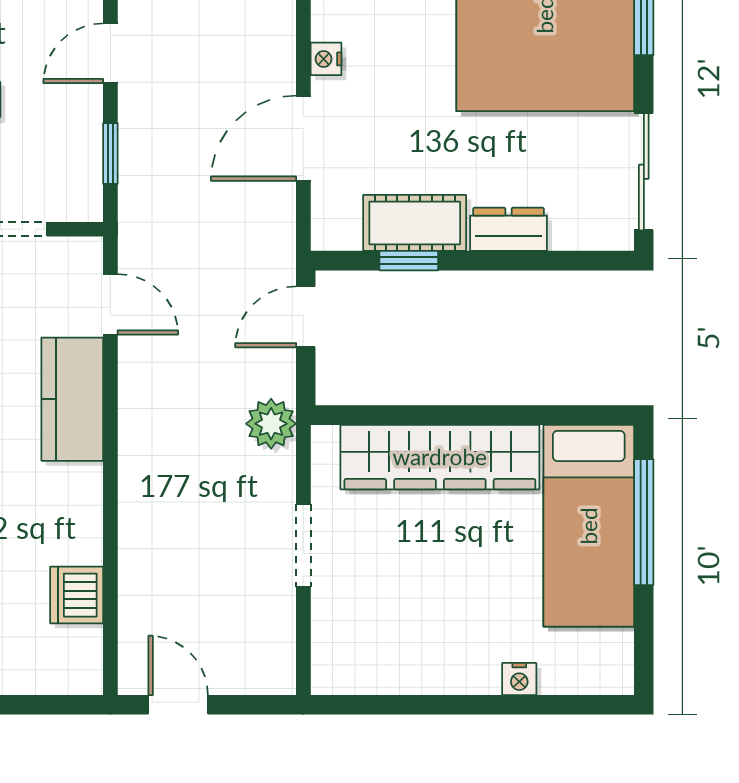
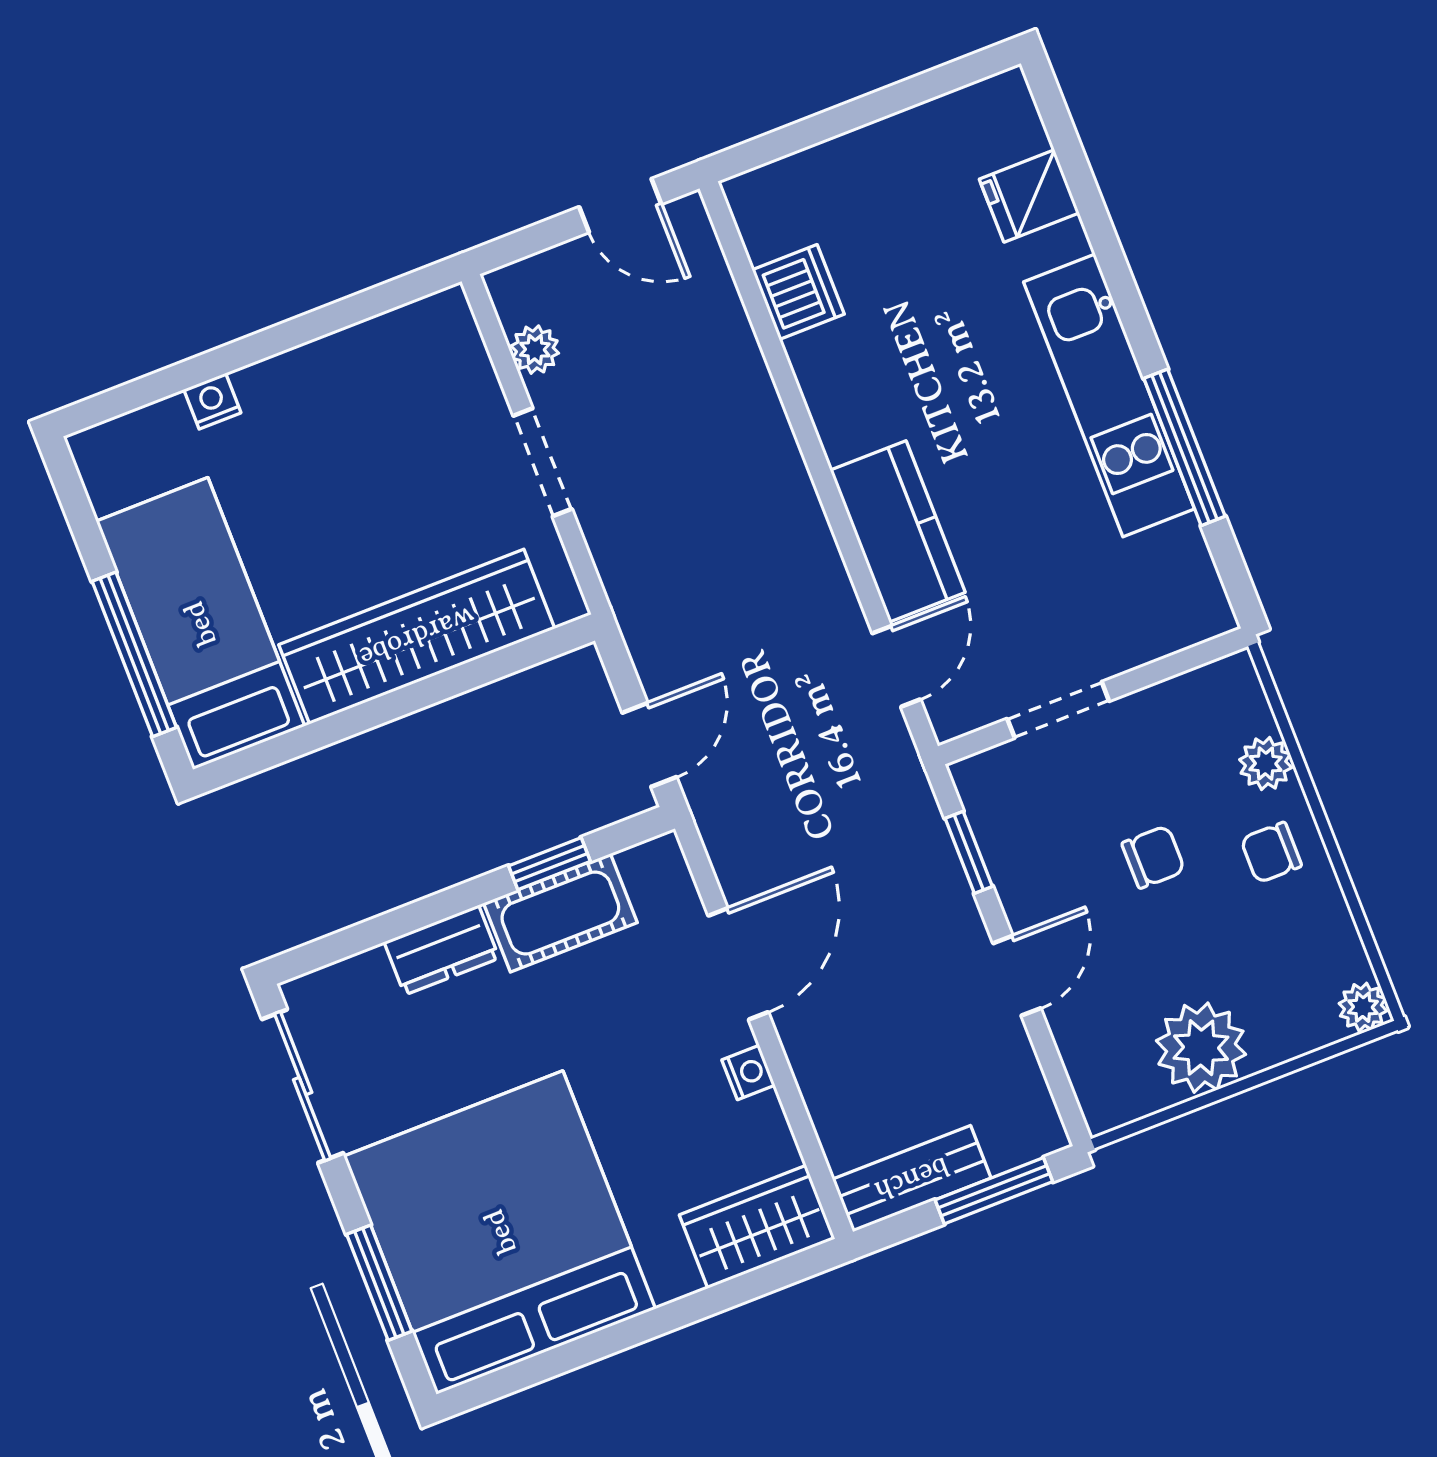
door: (110, 304) -> (896, 666), swing flipped
plant: (271, 424) -> (535, 350), moved, width x0.73, depth x0.73

